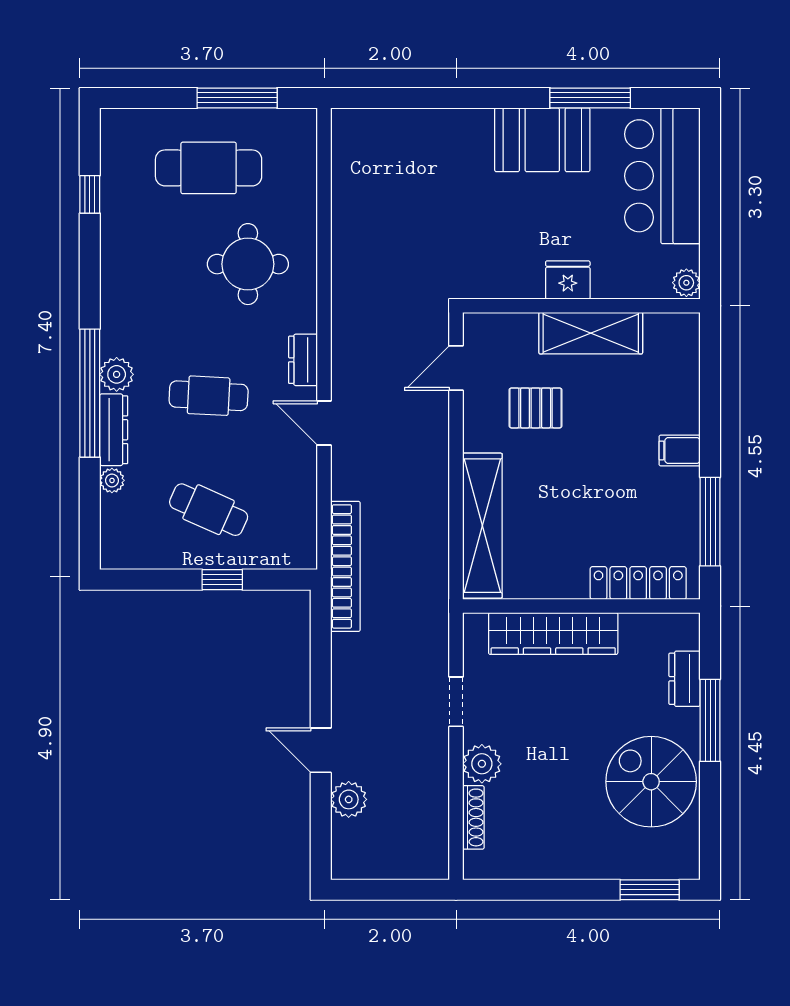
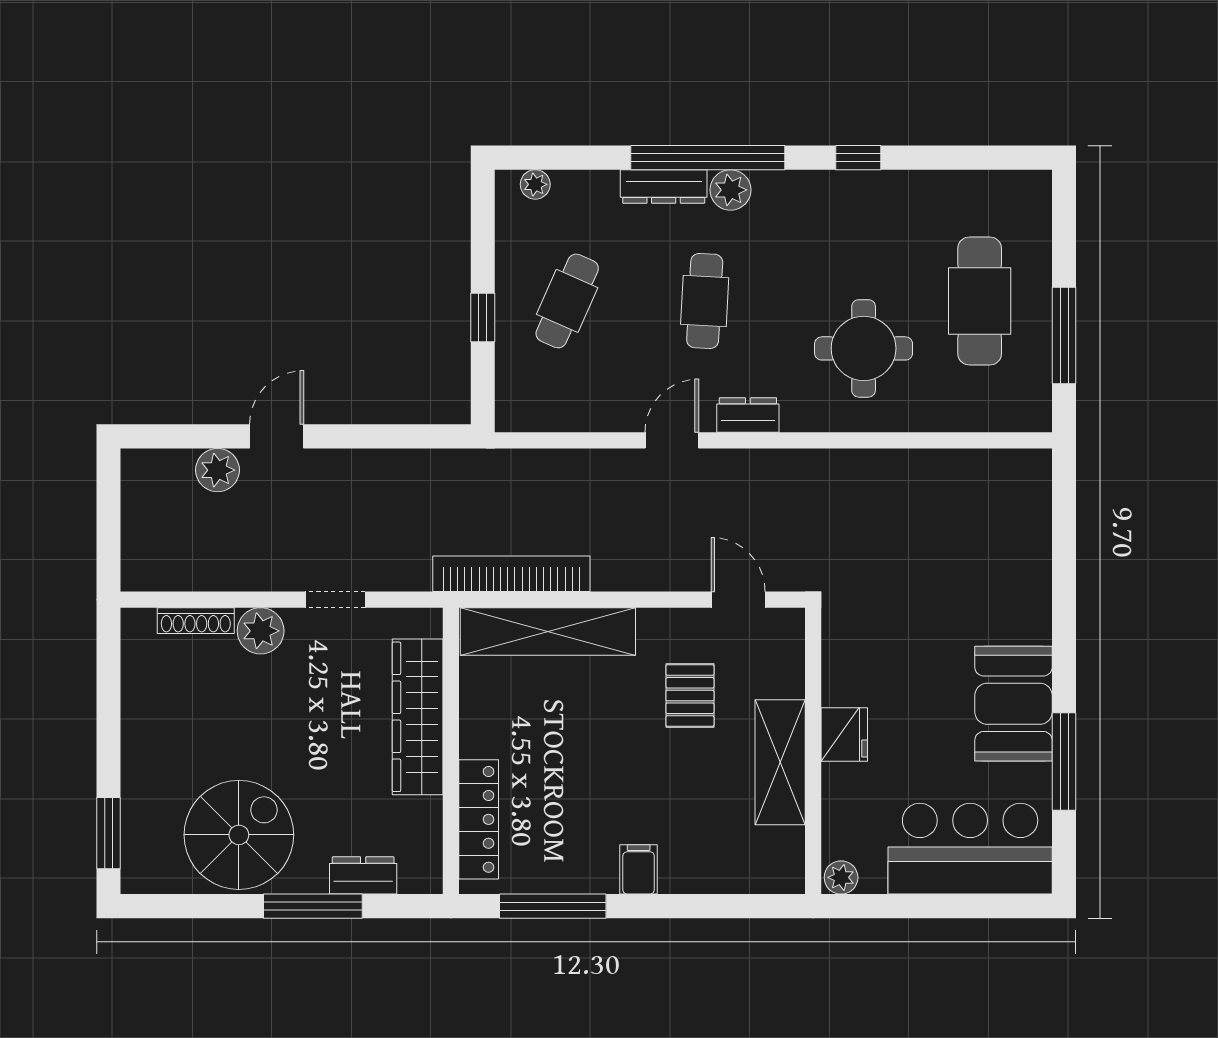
window: (90, 194) -> (858, 158), moved
plant: (112, 480) -> (535, 184), moved
bookcase: (345, 566) -> (511, 574), moved, turned 180

